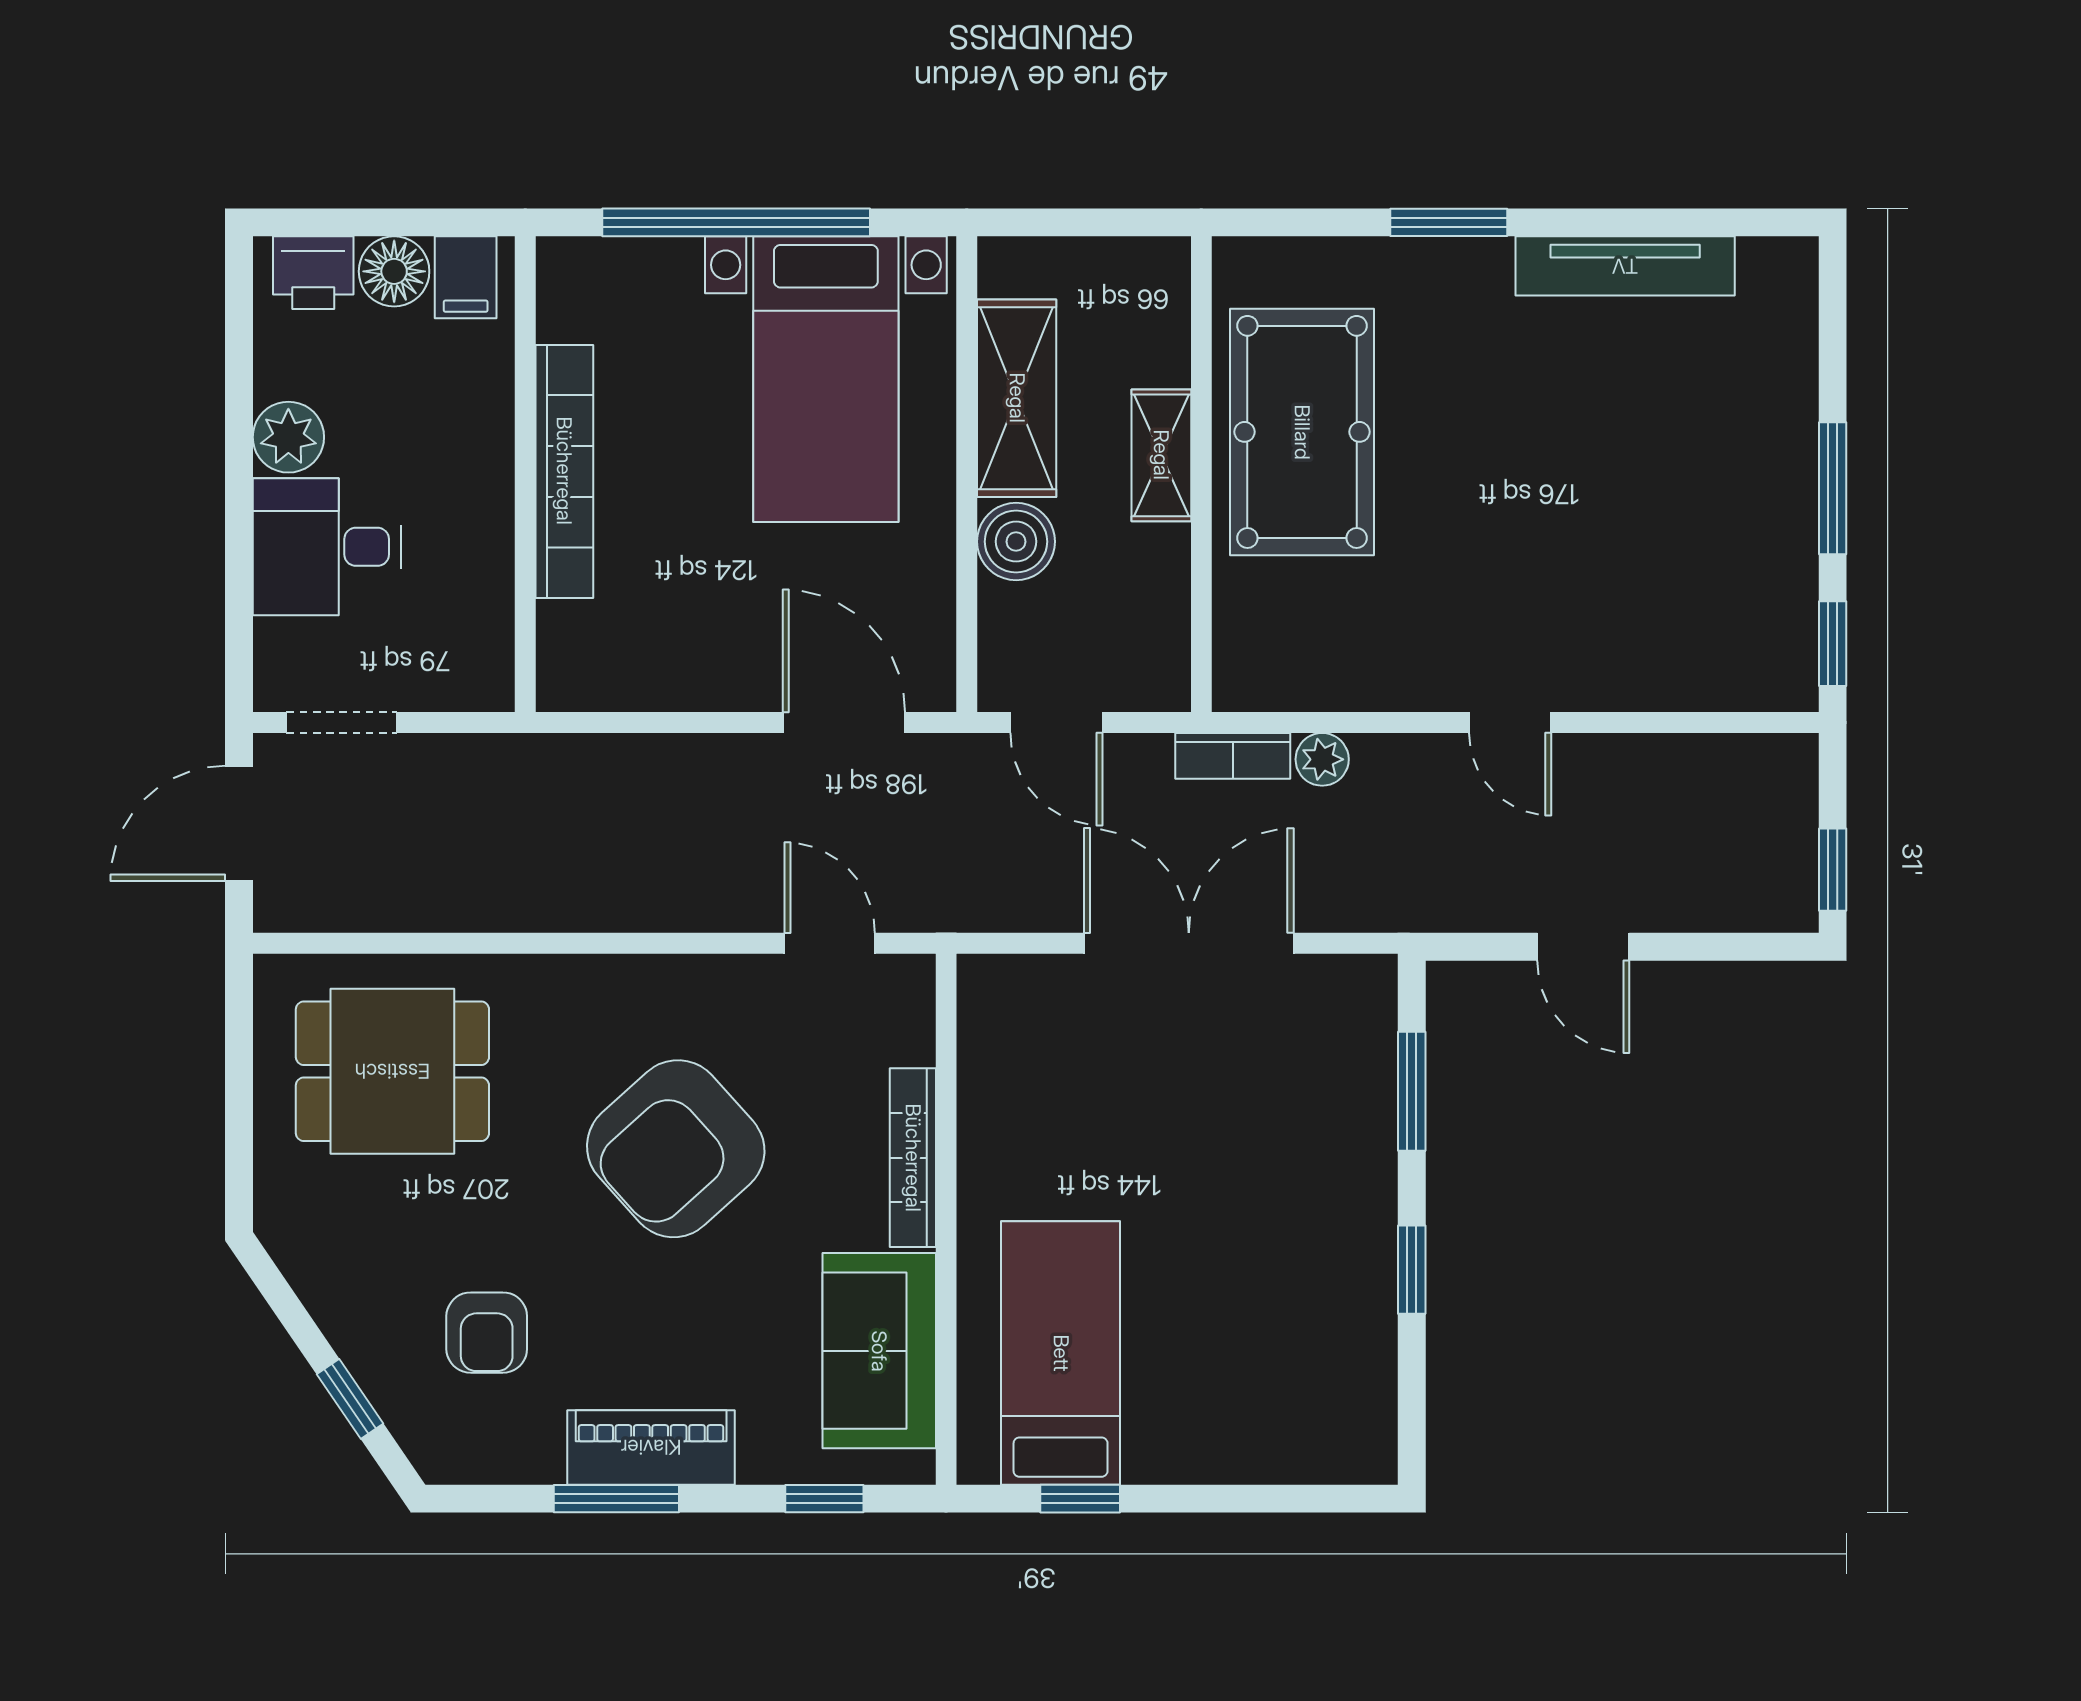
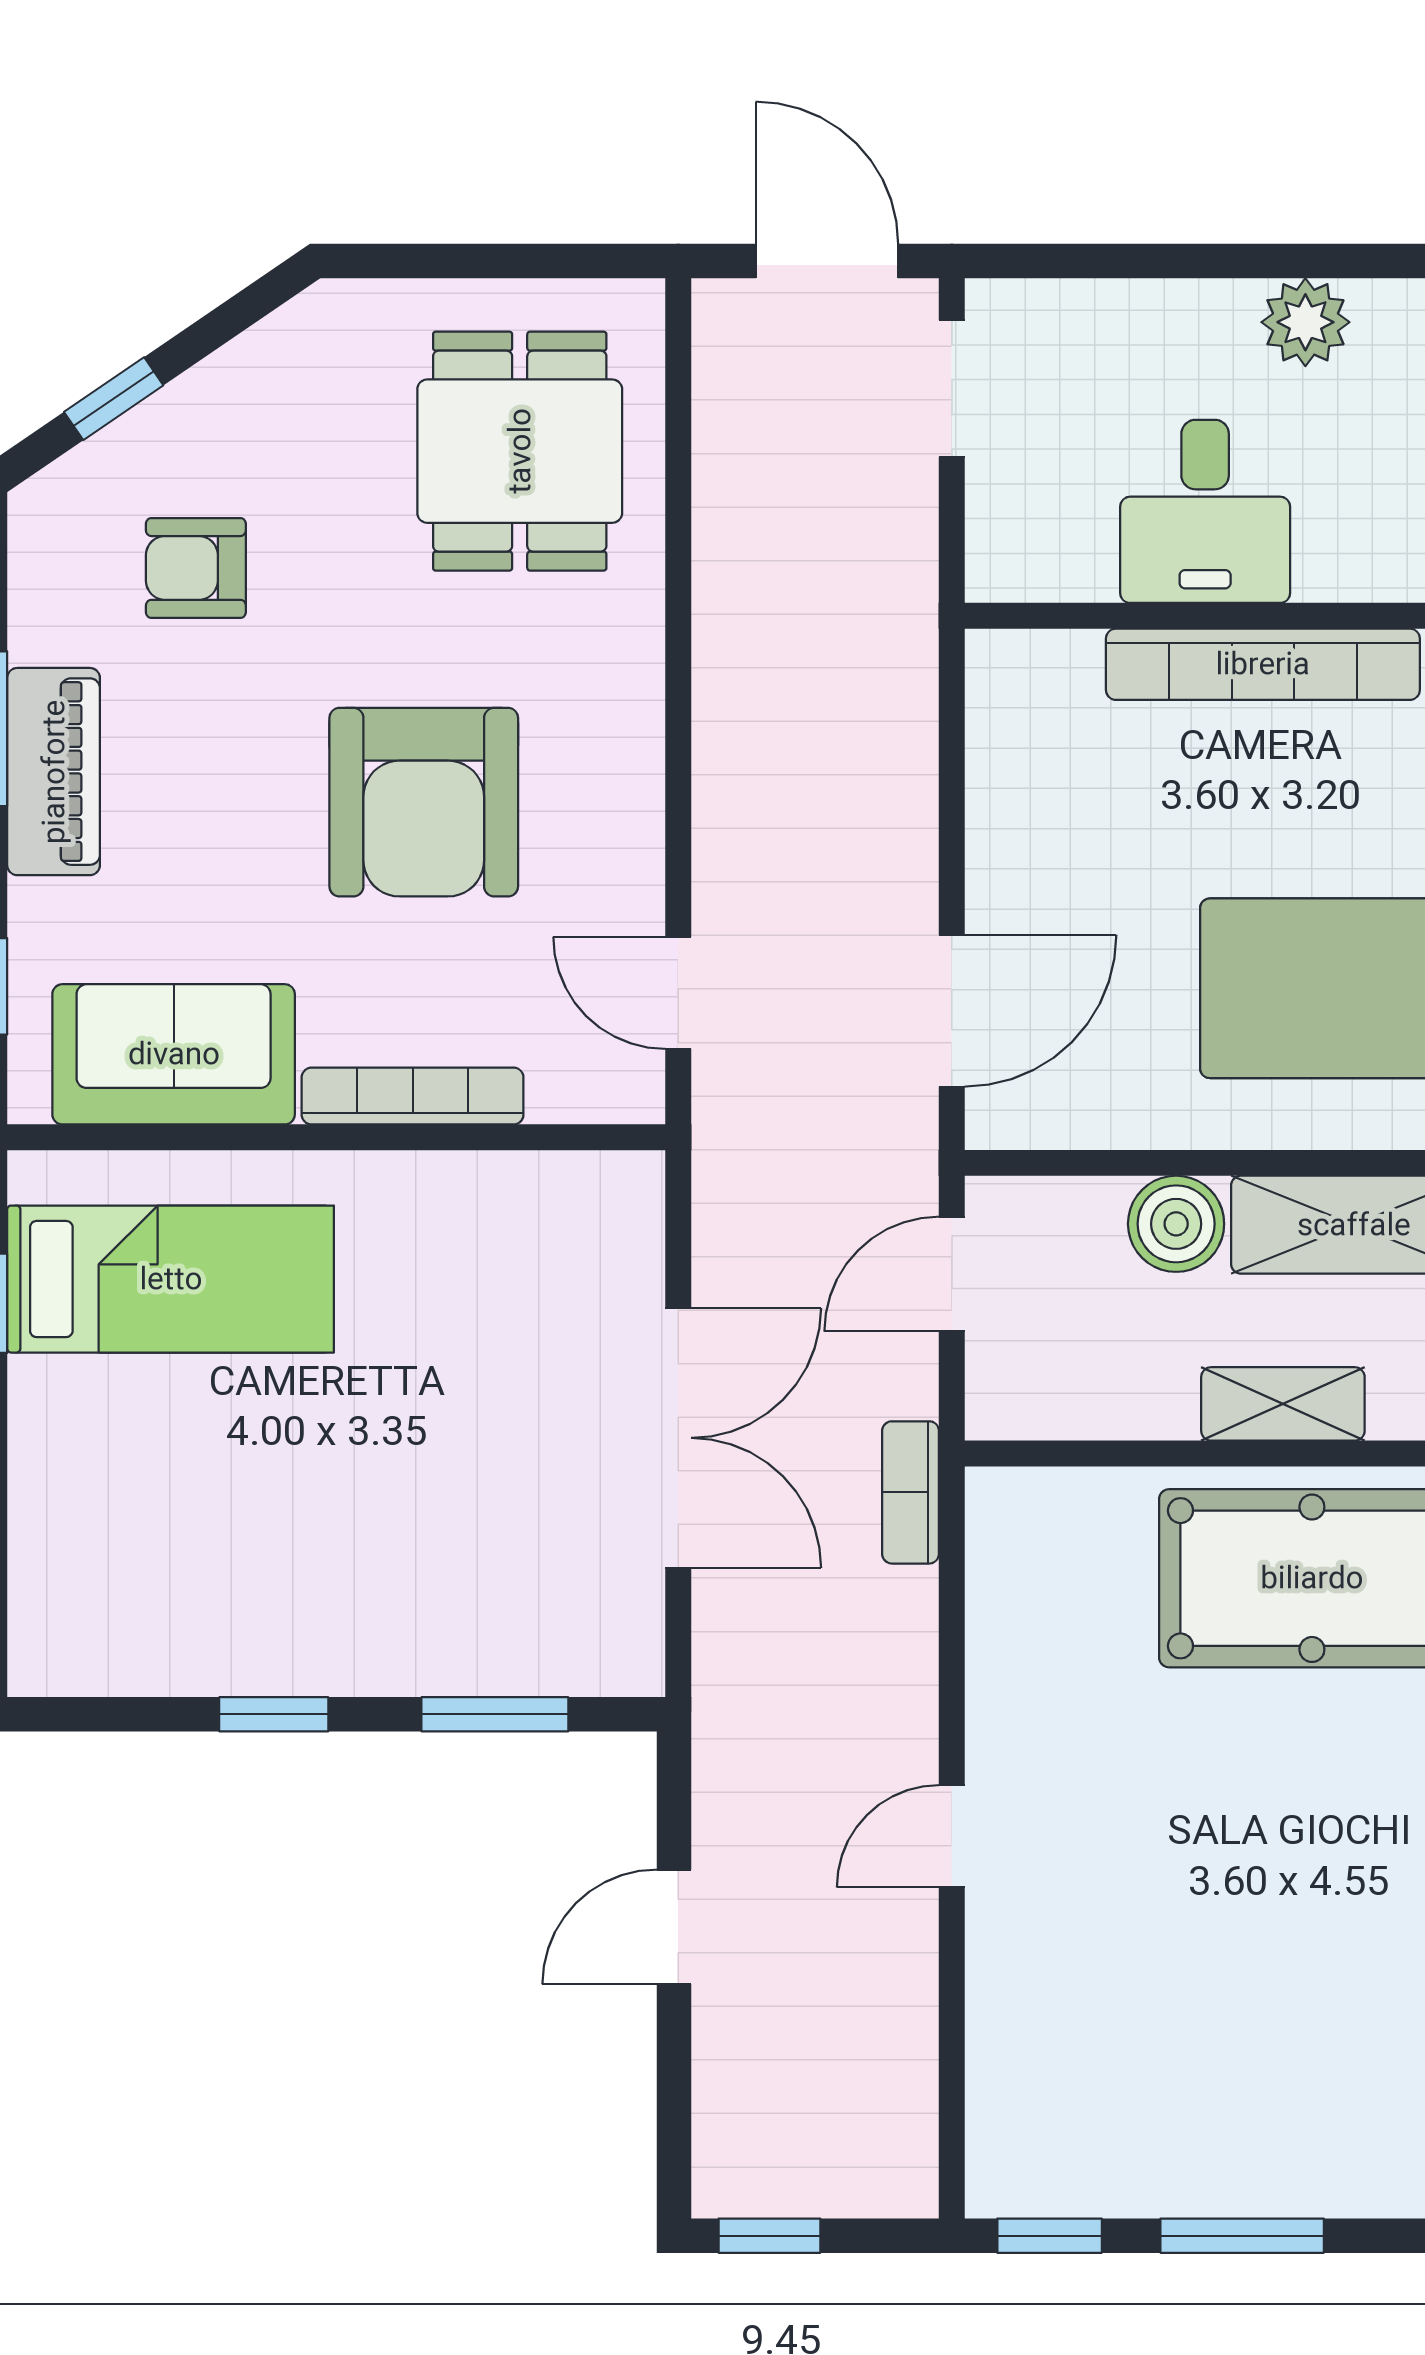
desk: (327, 547) -> (1205, 511), moved, turned 180
plant: (1322, 759) -> (906, 1603), removed
door: (830, 943) -> (678, 993), swing flipped
armchair: (676, 1149) -> (424, 802), turned -138

